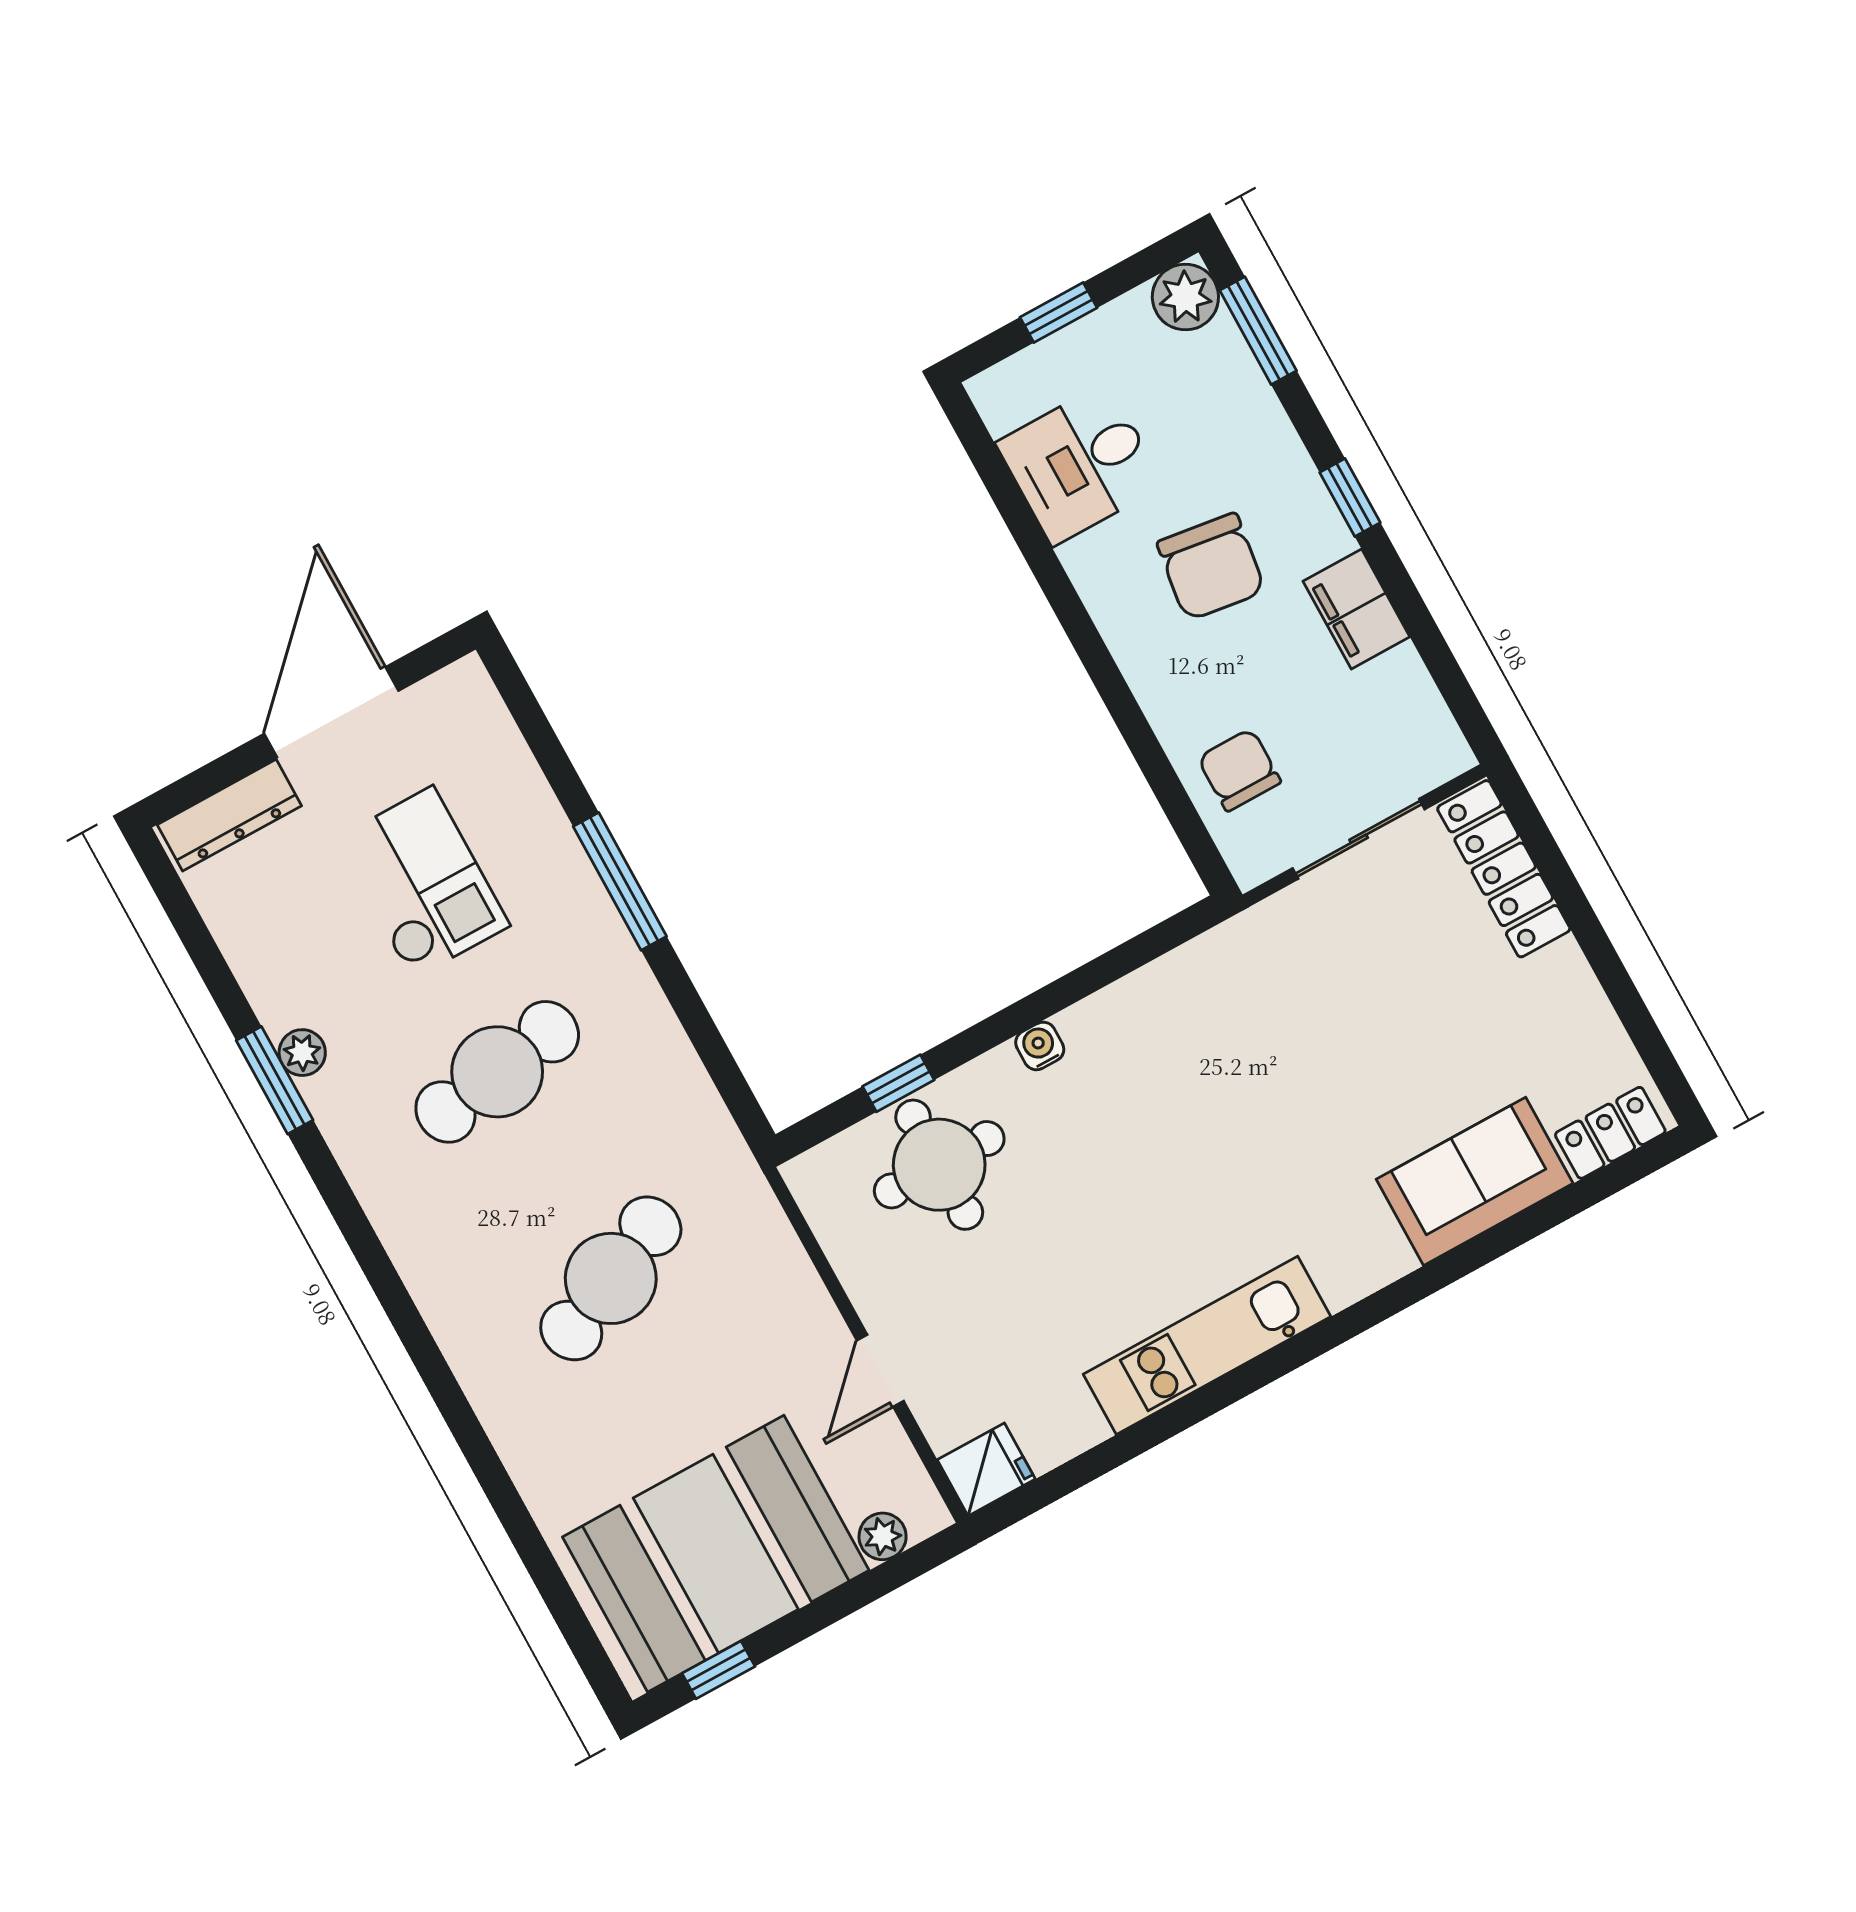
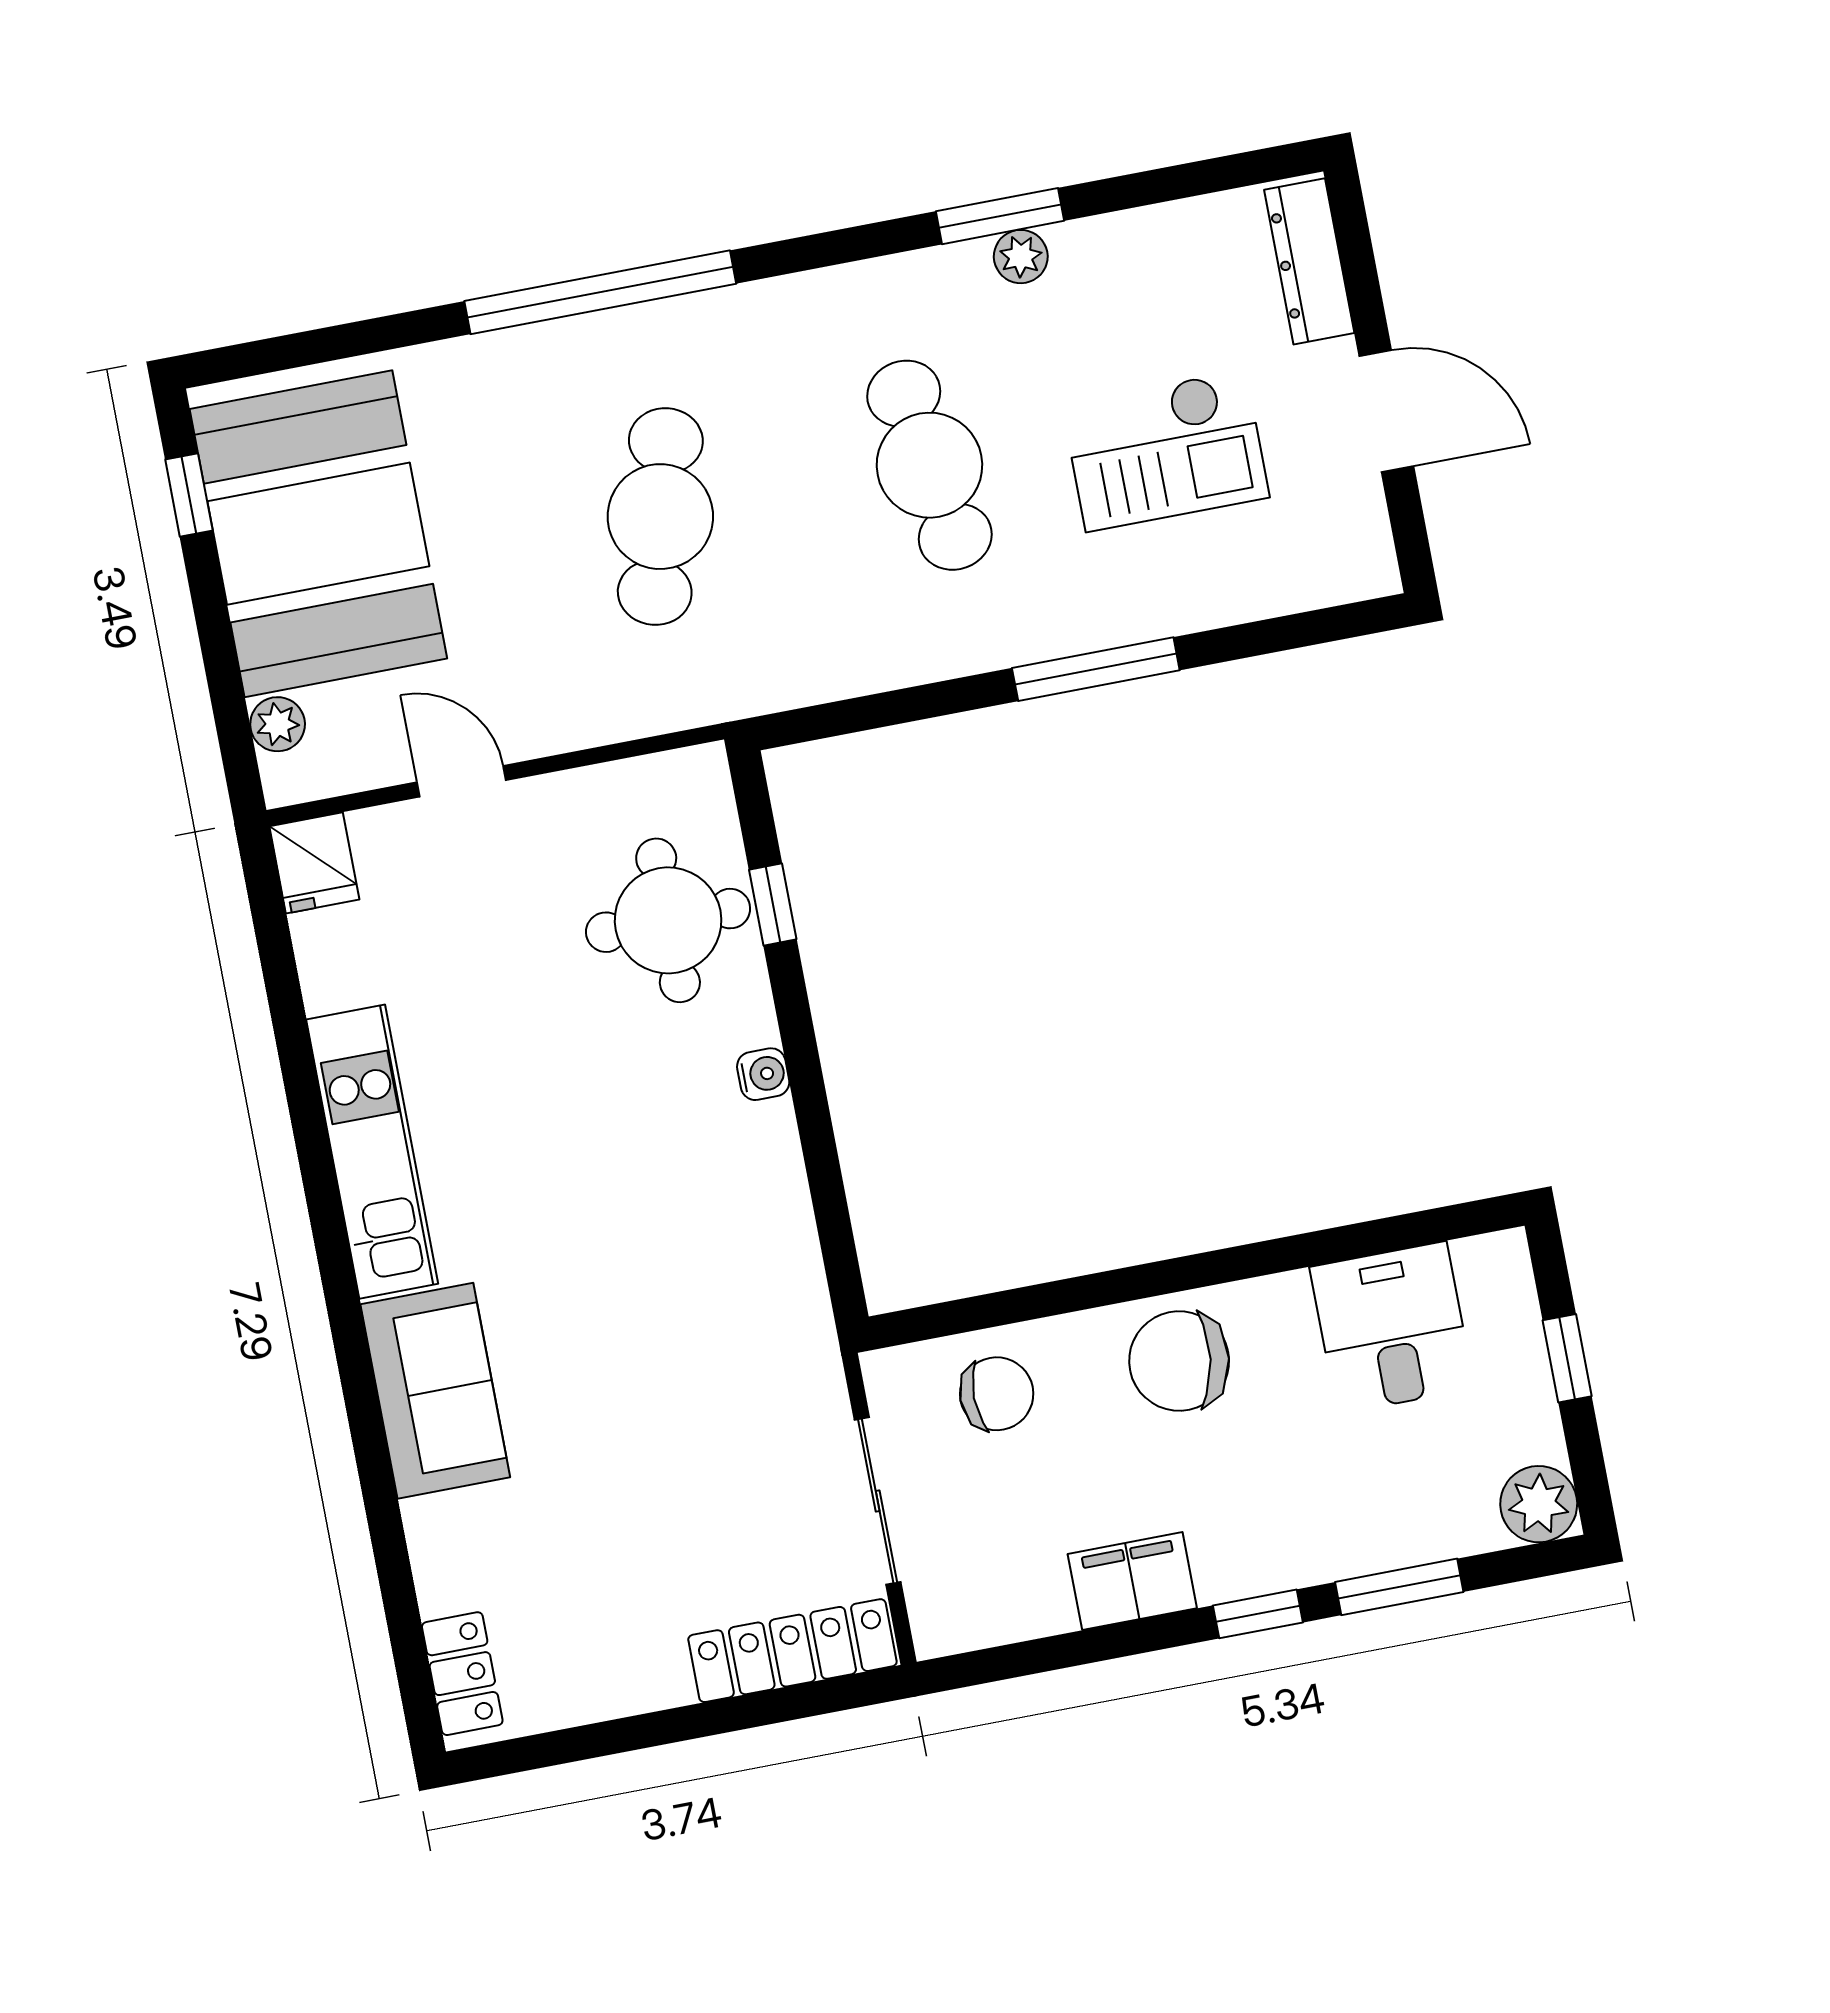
window: (1258, 331) -> (1399, 1587), moved
chair: (1211, 567) -> (1179, 1361), moved
door: (331, 712) -> (1386, 411), width x0.73
sofa: (1475, 1181) -> (435, 1391), moved
cafe table: (611, 1278) -> (660, 517), turned 39
window: (443, 1387) -> (600, 292), added

